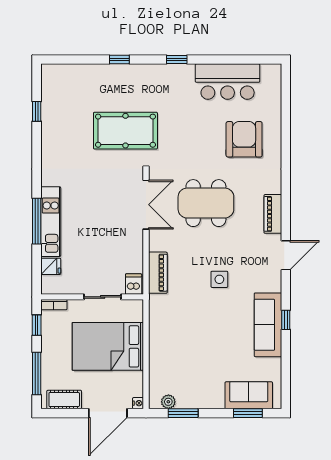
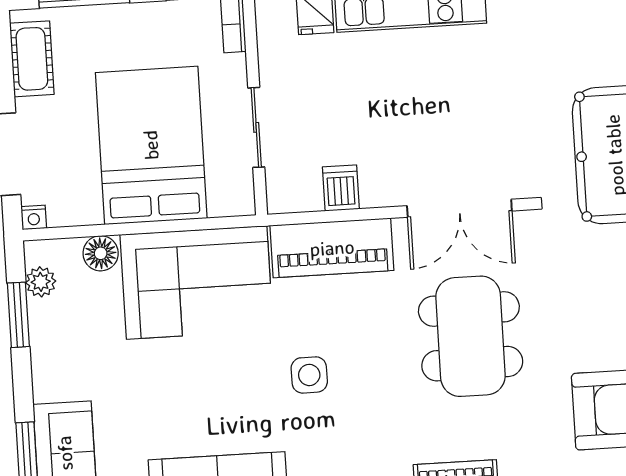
piano: (158, 273) -> (332, 248), width x1.37, depth x1.33
dishwasher: (134, 284) -> (341, 188), moved, turned -90
corner sofa: (173, 329) -> (197, 282), added
floor lamp: (157, 373) -> (101, 253), added

